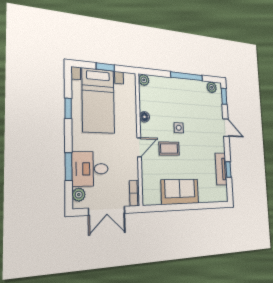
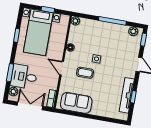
door: (139, 147) -> (62, 68), swing flipped
tv unit: (221, 169) -> (127, 95), width x1.41
sofa: (180, 192) -> (76, 103), moved
double door: (107, 211) -> (30, 106), swing flipped

